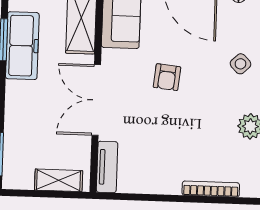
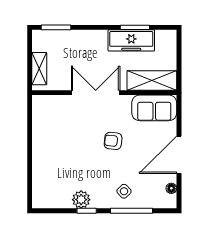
tv unit: (107, 167) -> (50, 102), removed
bookcase: (211, 189) -> (37, 174), removed

